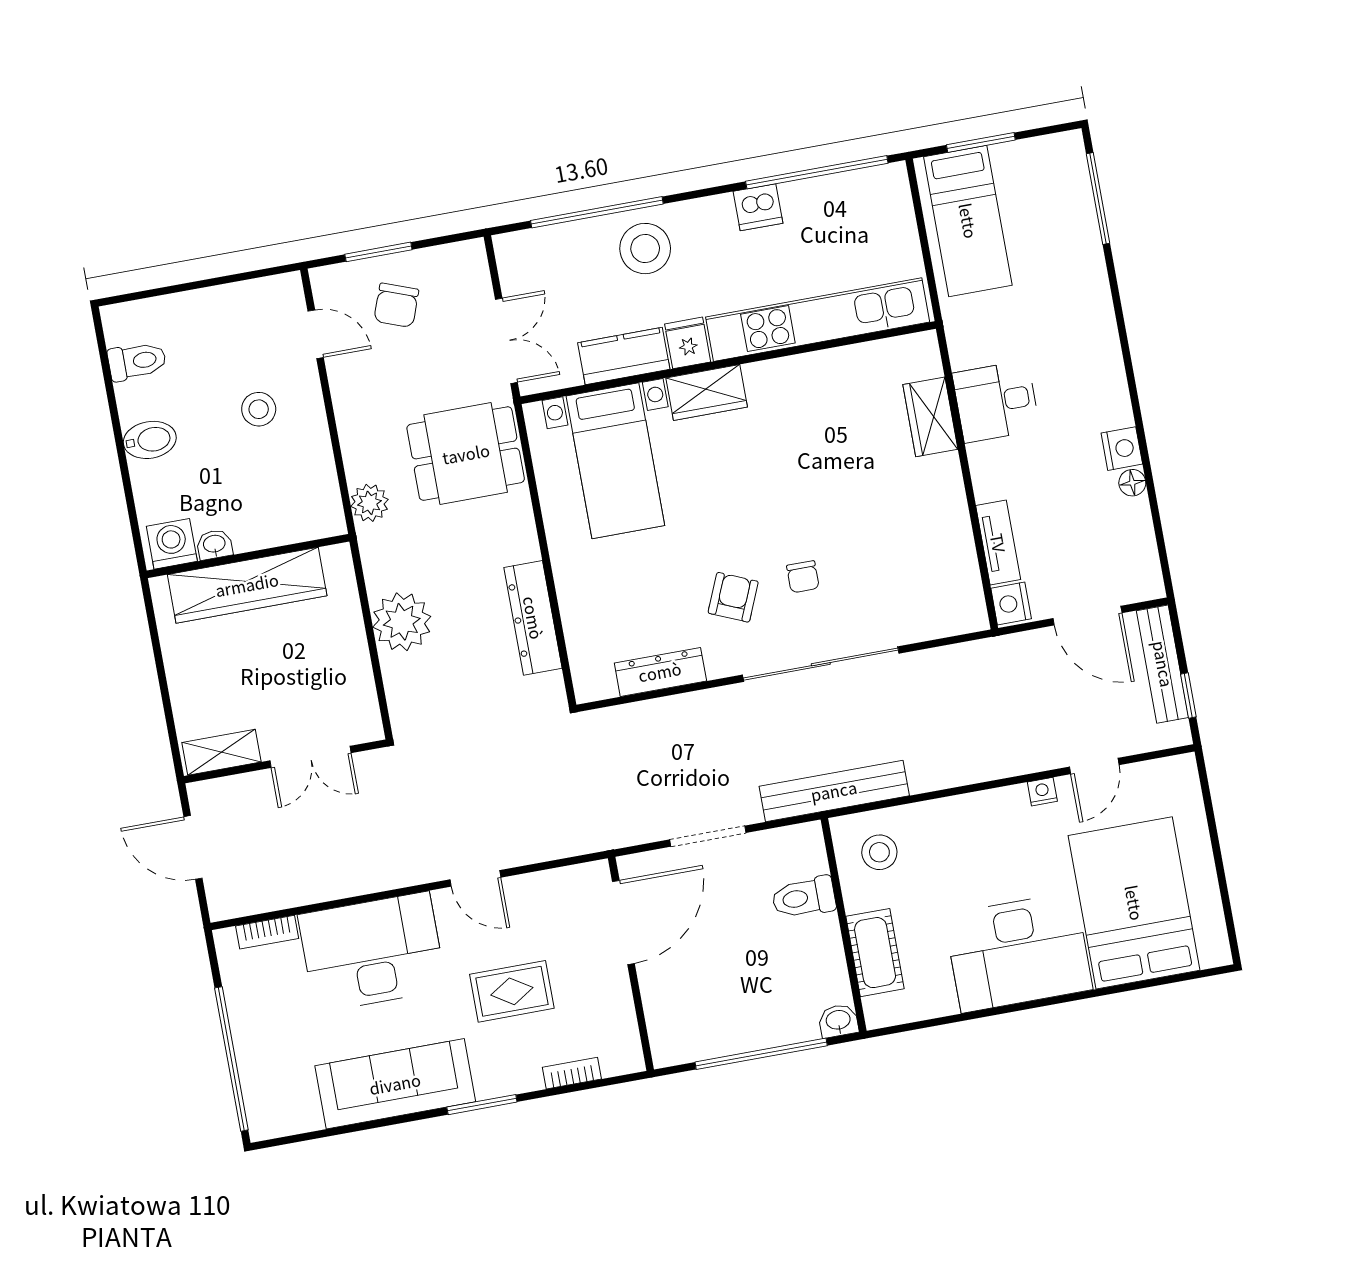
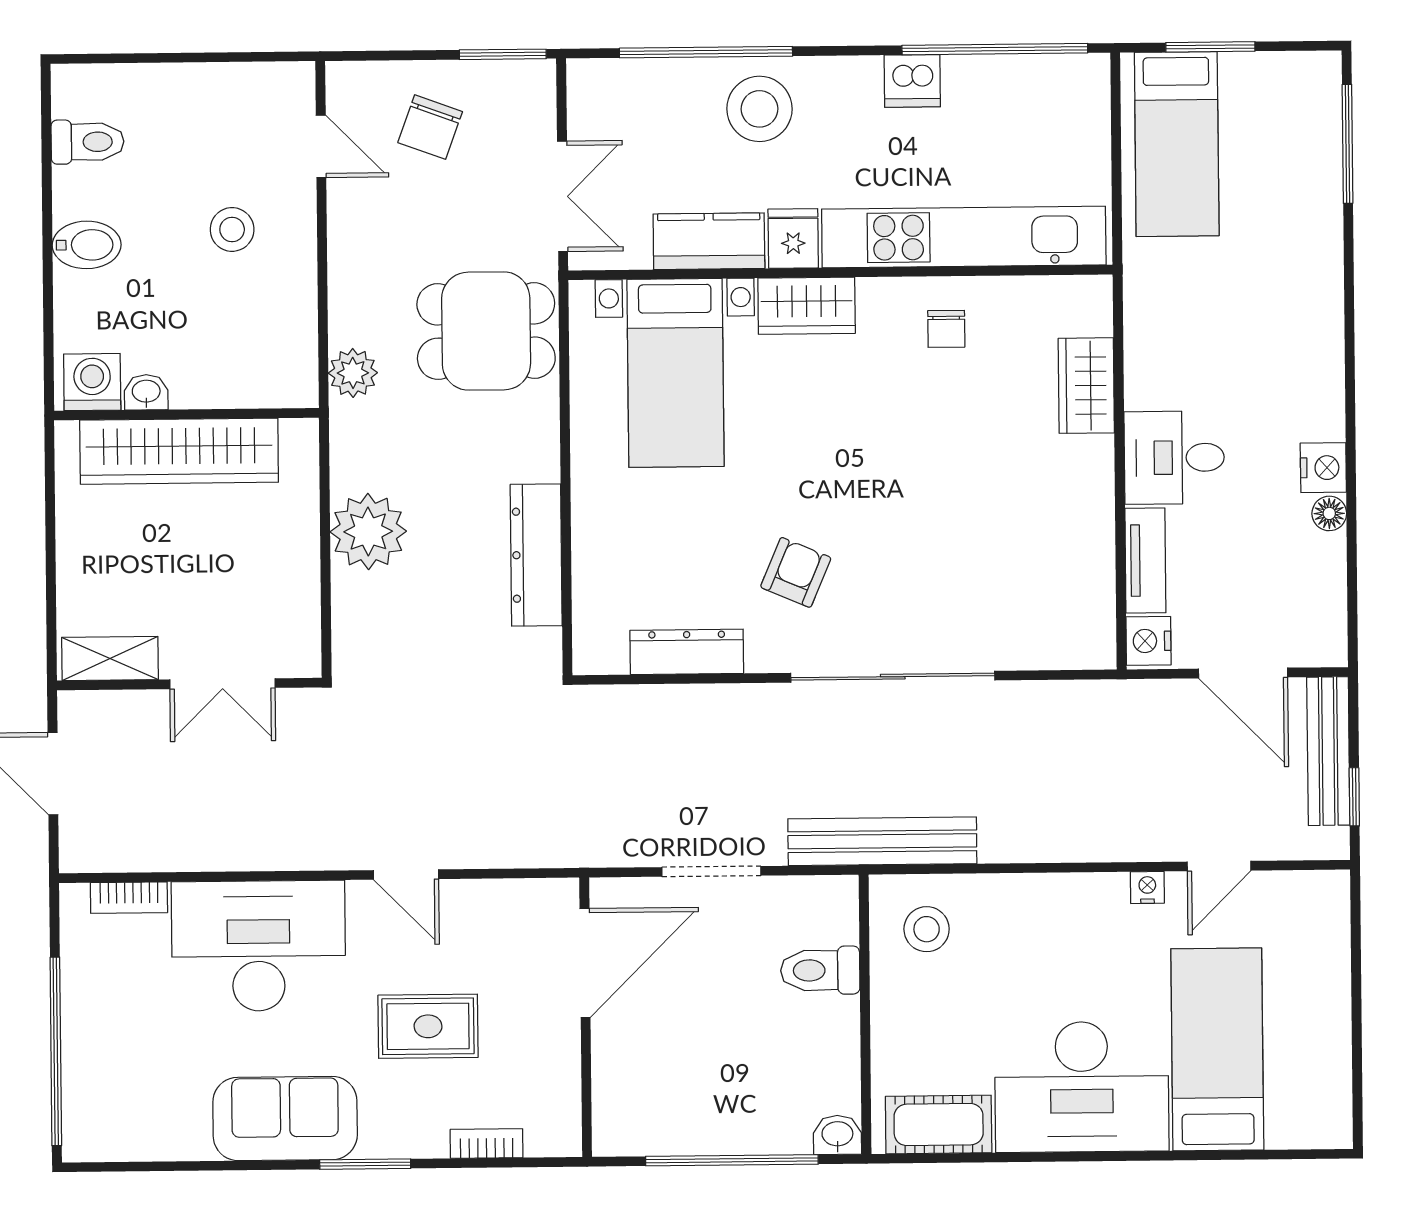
window: (378, 252) -> (503, 54), moved
desk: (996, 401) -> (1174, 458), moved
chair: (803, 577) -> (946, 329), moved
bed: (1134, 903) -> (1217, 1049), width x0.67
cot: (875, 953) -> (939, 1125), moved, turned 90
sofa: (395, 1084) -> (285, 1118), width x0.73

